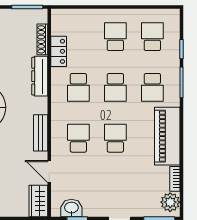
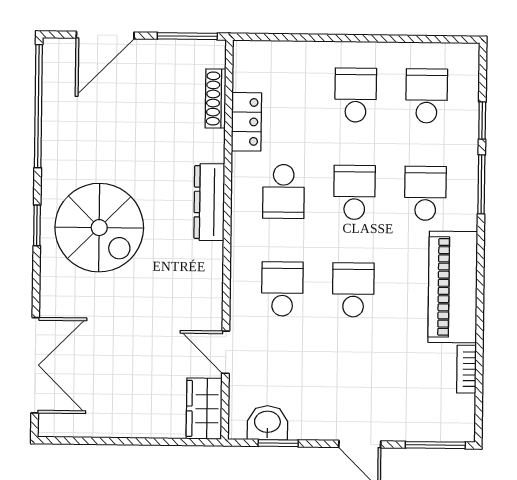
dresser: (40, 76) -> (209, 202), moved
school desk: (115, 87) -> (354, 192), turned 180
school desk: (152, 87) -> (425, 193), turned 180
bench: (41, 133) -> (210, 278), removed
plant: (170, 202) -> (457, 414), removed

